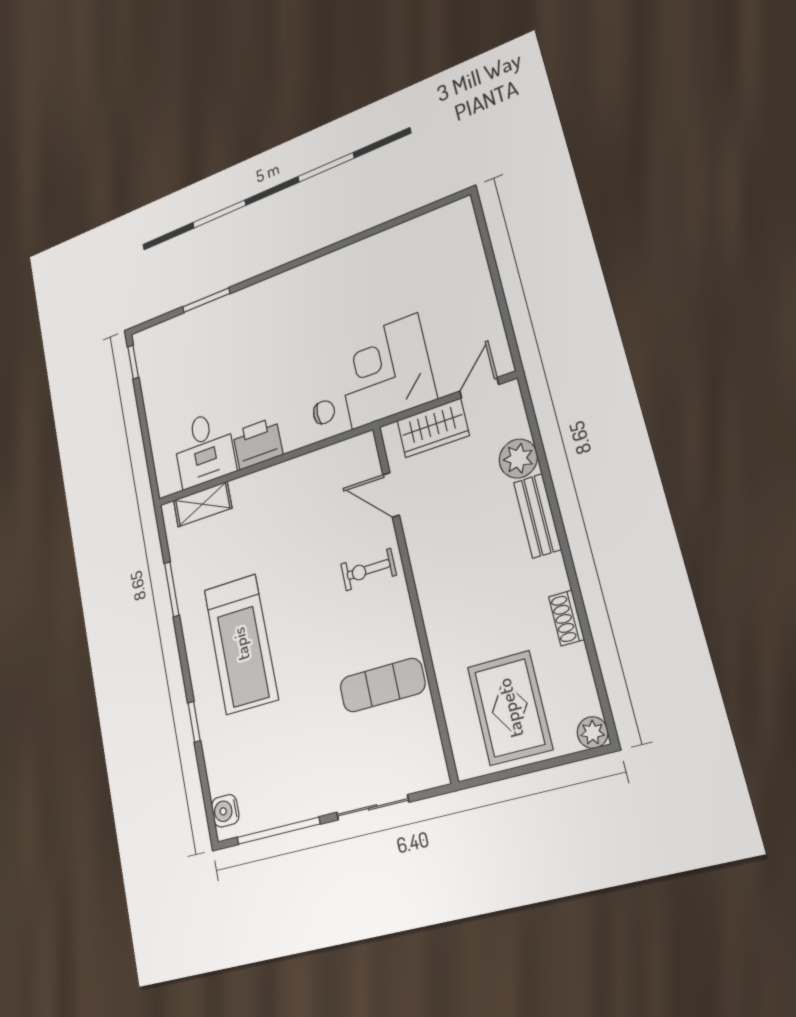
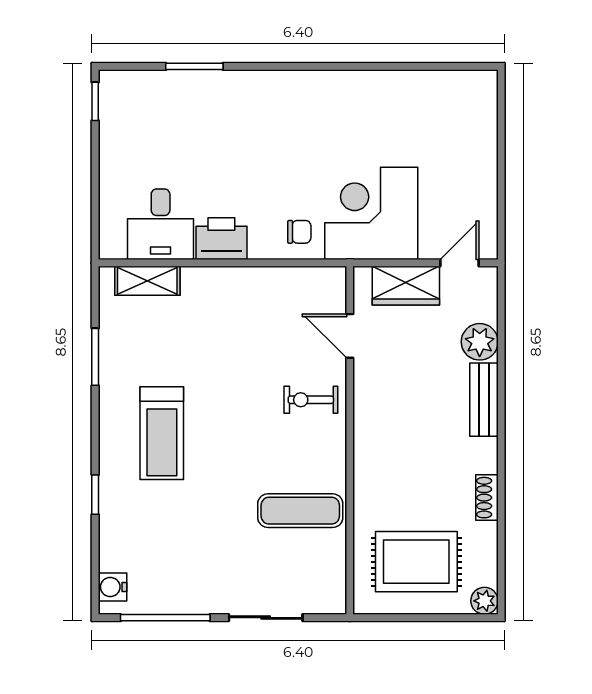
treadmill: (241, 644) -> (162, 433), width x0.73, depth x0.73
rug: (510, 708) -> (416, 562), turned 90

